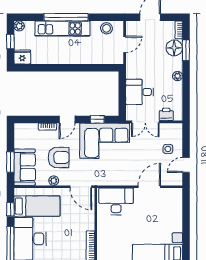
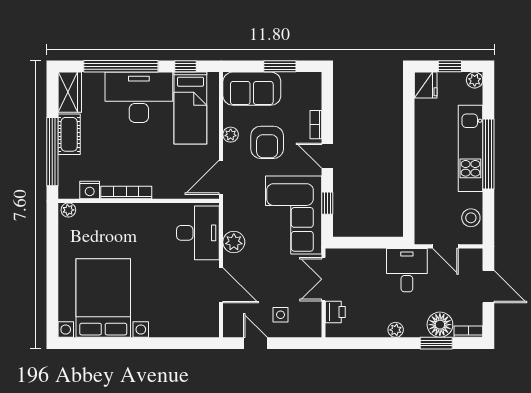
desk: (140, 92) -> (407, 270), moved
window: (10, 162) -> (280, 66), moved
plant: (122, 179) -> (234, 242), added

